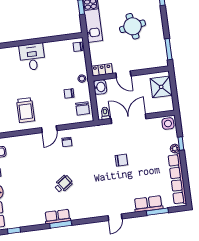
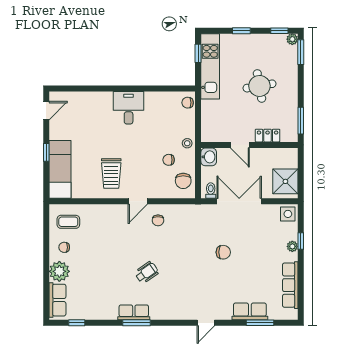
locker: (102, 70) -> (268, 136), moved
shower: (161, 87) -> (285, 181), moved
row of seats: (177, 179) -> (290, 285), width x0.73

